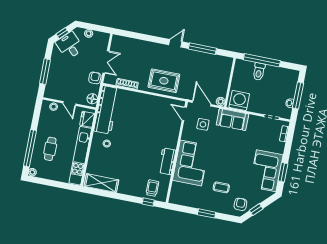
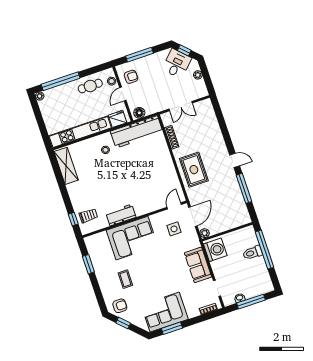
armchair: (95, 78) -> (131, 77), moved
sofa: (232, 119) -> (198, 265), moved
cafe table: (50, 149) -> (90, 86), moved
window: (207, 213) -> (88, 264), moved

